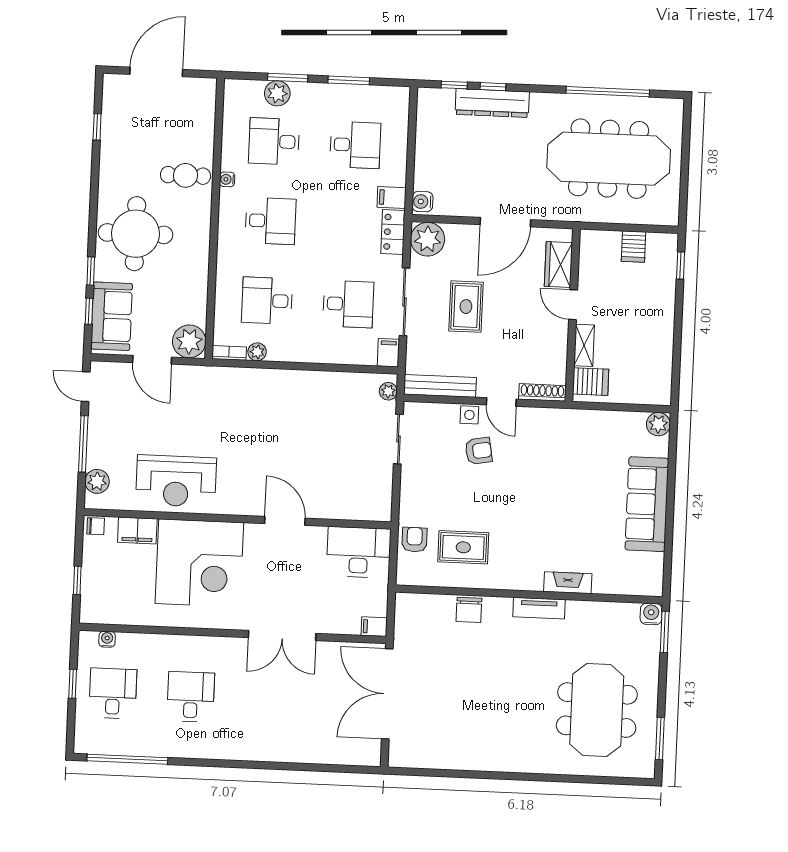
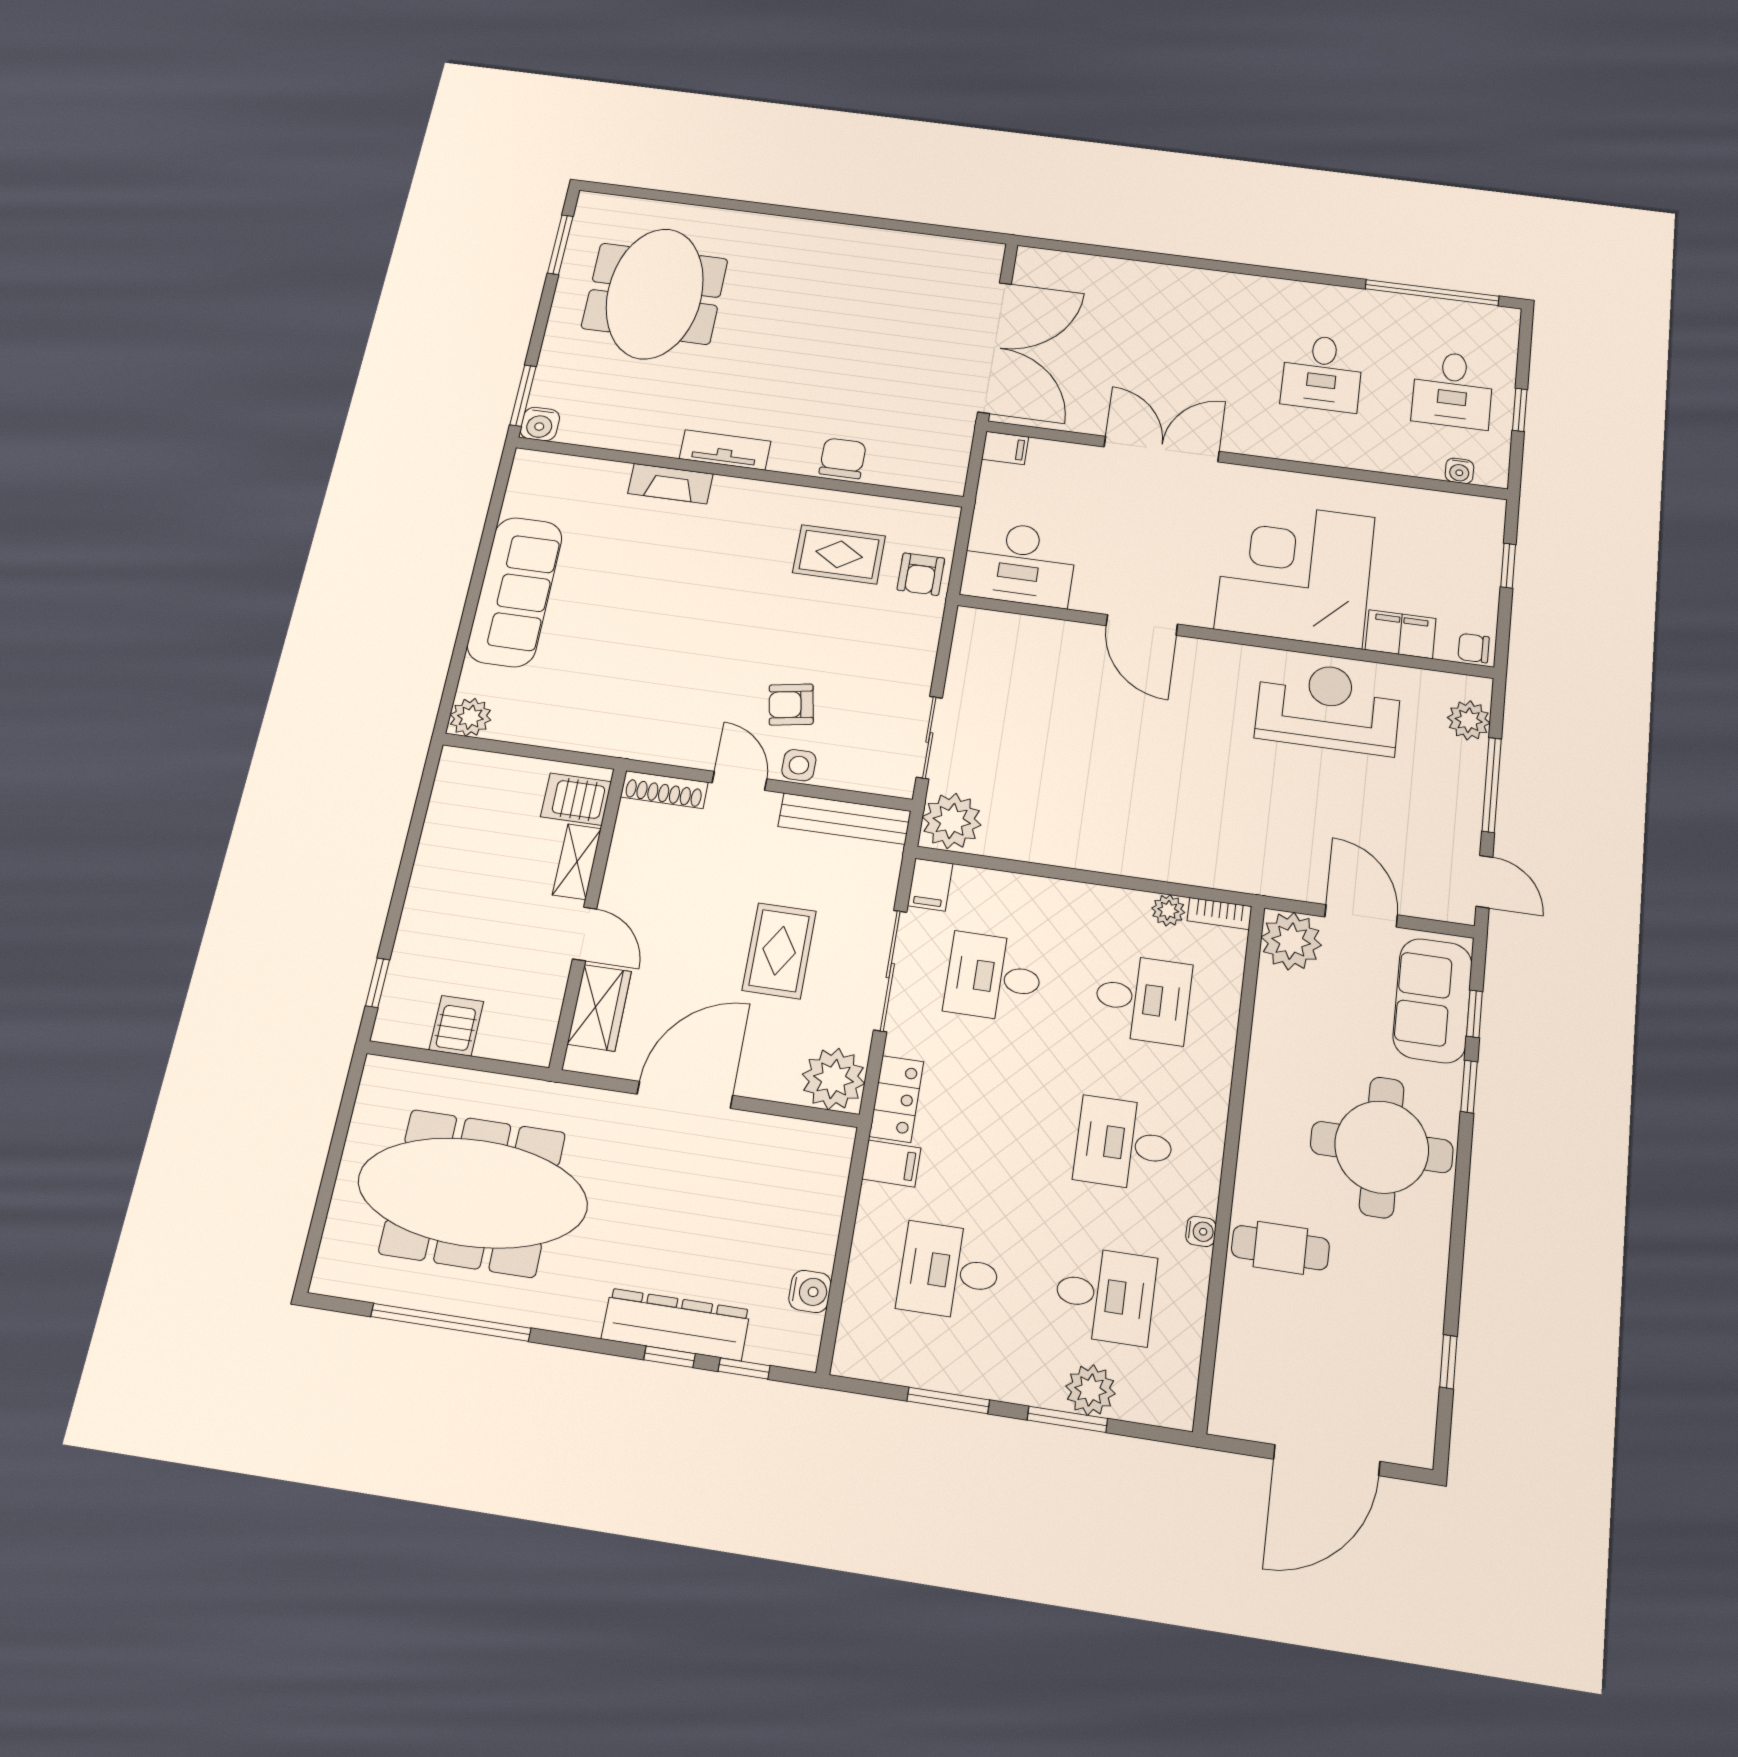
water cooler: (422, 202) -> (810, 1291), moved
plant: (388, 391) -> (952, 821), width x1.88, depth x1.88

